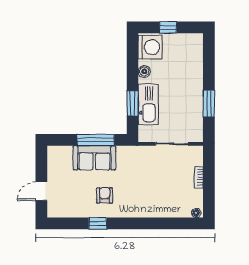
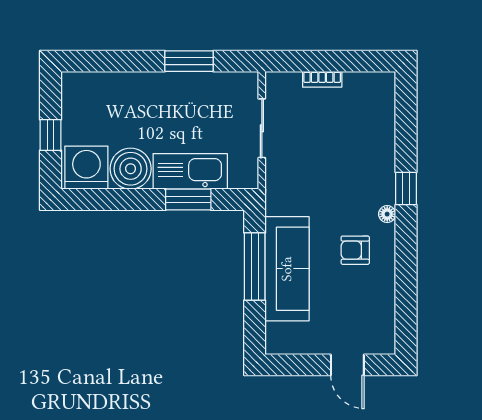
boiler: (144, 71) -> (131, 169), width x1.86, depth x1.86
sofa: (94, 158) -> (287, 269), width x1.36
floor lamp: (196, 213) -> (387, 214), moved
window: (98, 223) -> (406, 189), moved

